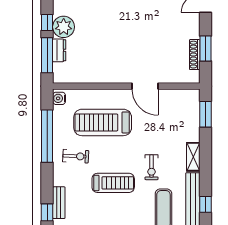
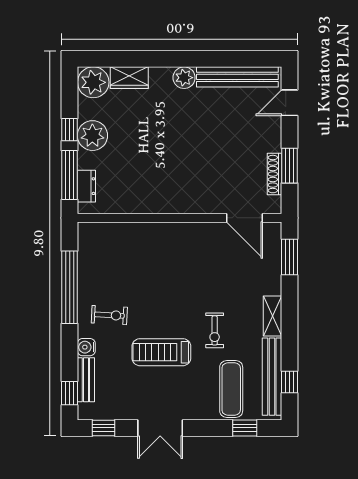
dresser: (59, 50) -> (86, 186), moved
door: (145, 86) -> (245, 218), moved
water cooler: (59, 98) -> (86, 347), moved
treadmill: (103, 122) -> (147, 268), removed
treadmill: (113, 183) -> (161, 352), turned 180

